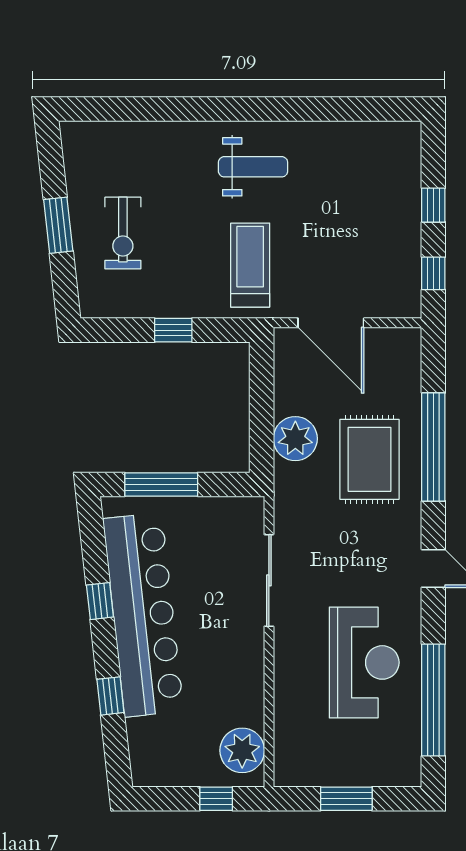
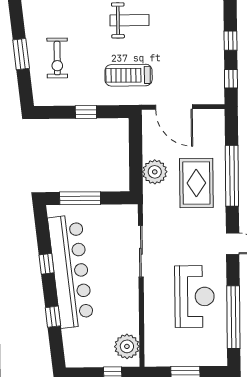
treadmill: (250, 265) -> (129, 75), turned -90

